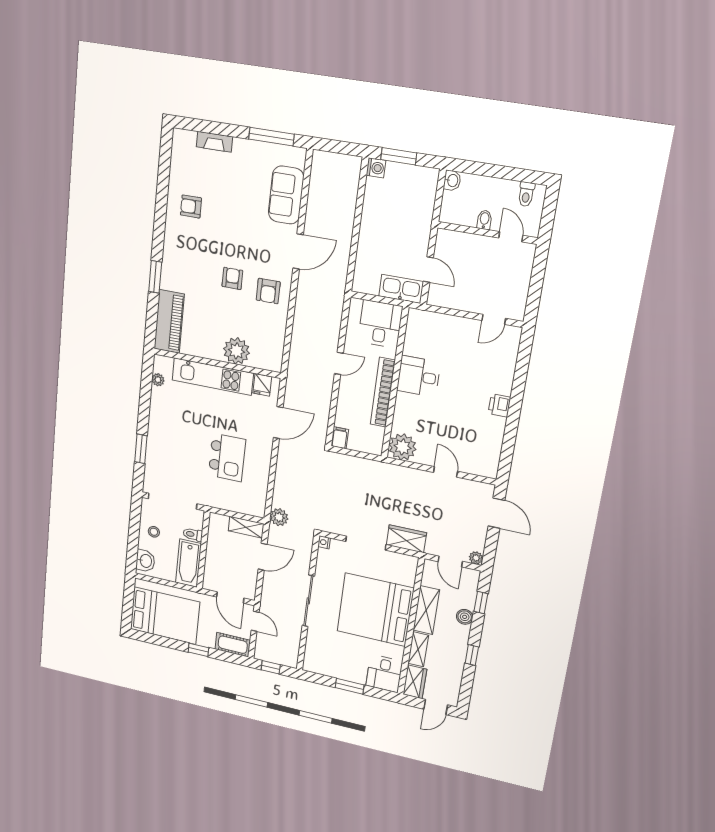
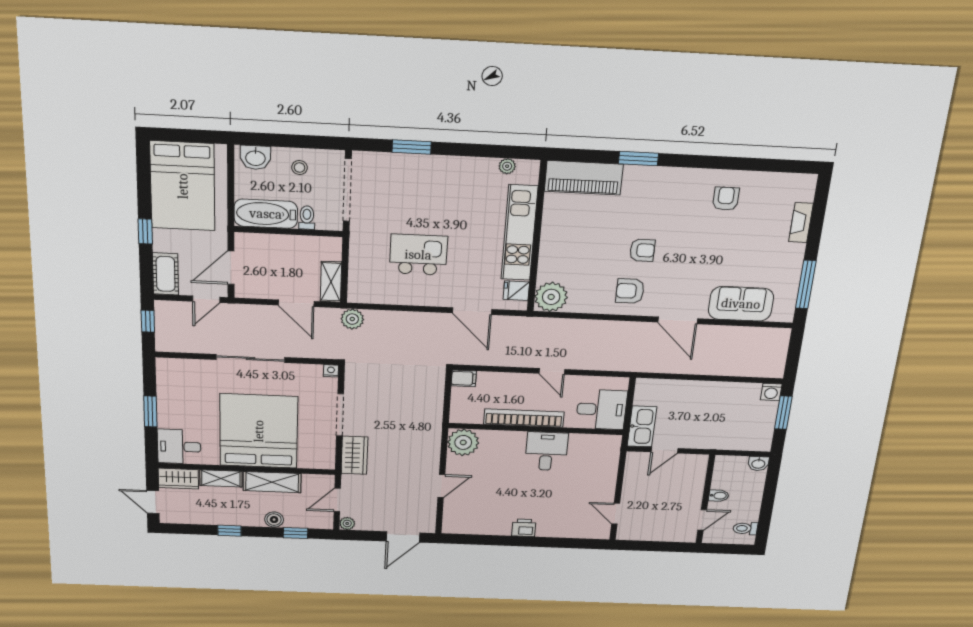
plant: (236, 351) -> (551, 297), moved
kitchen island: (227, 457) -> (418, 255), turned 180

